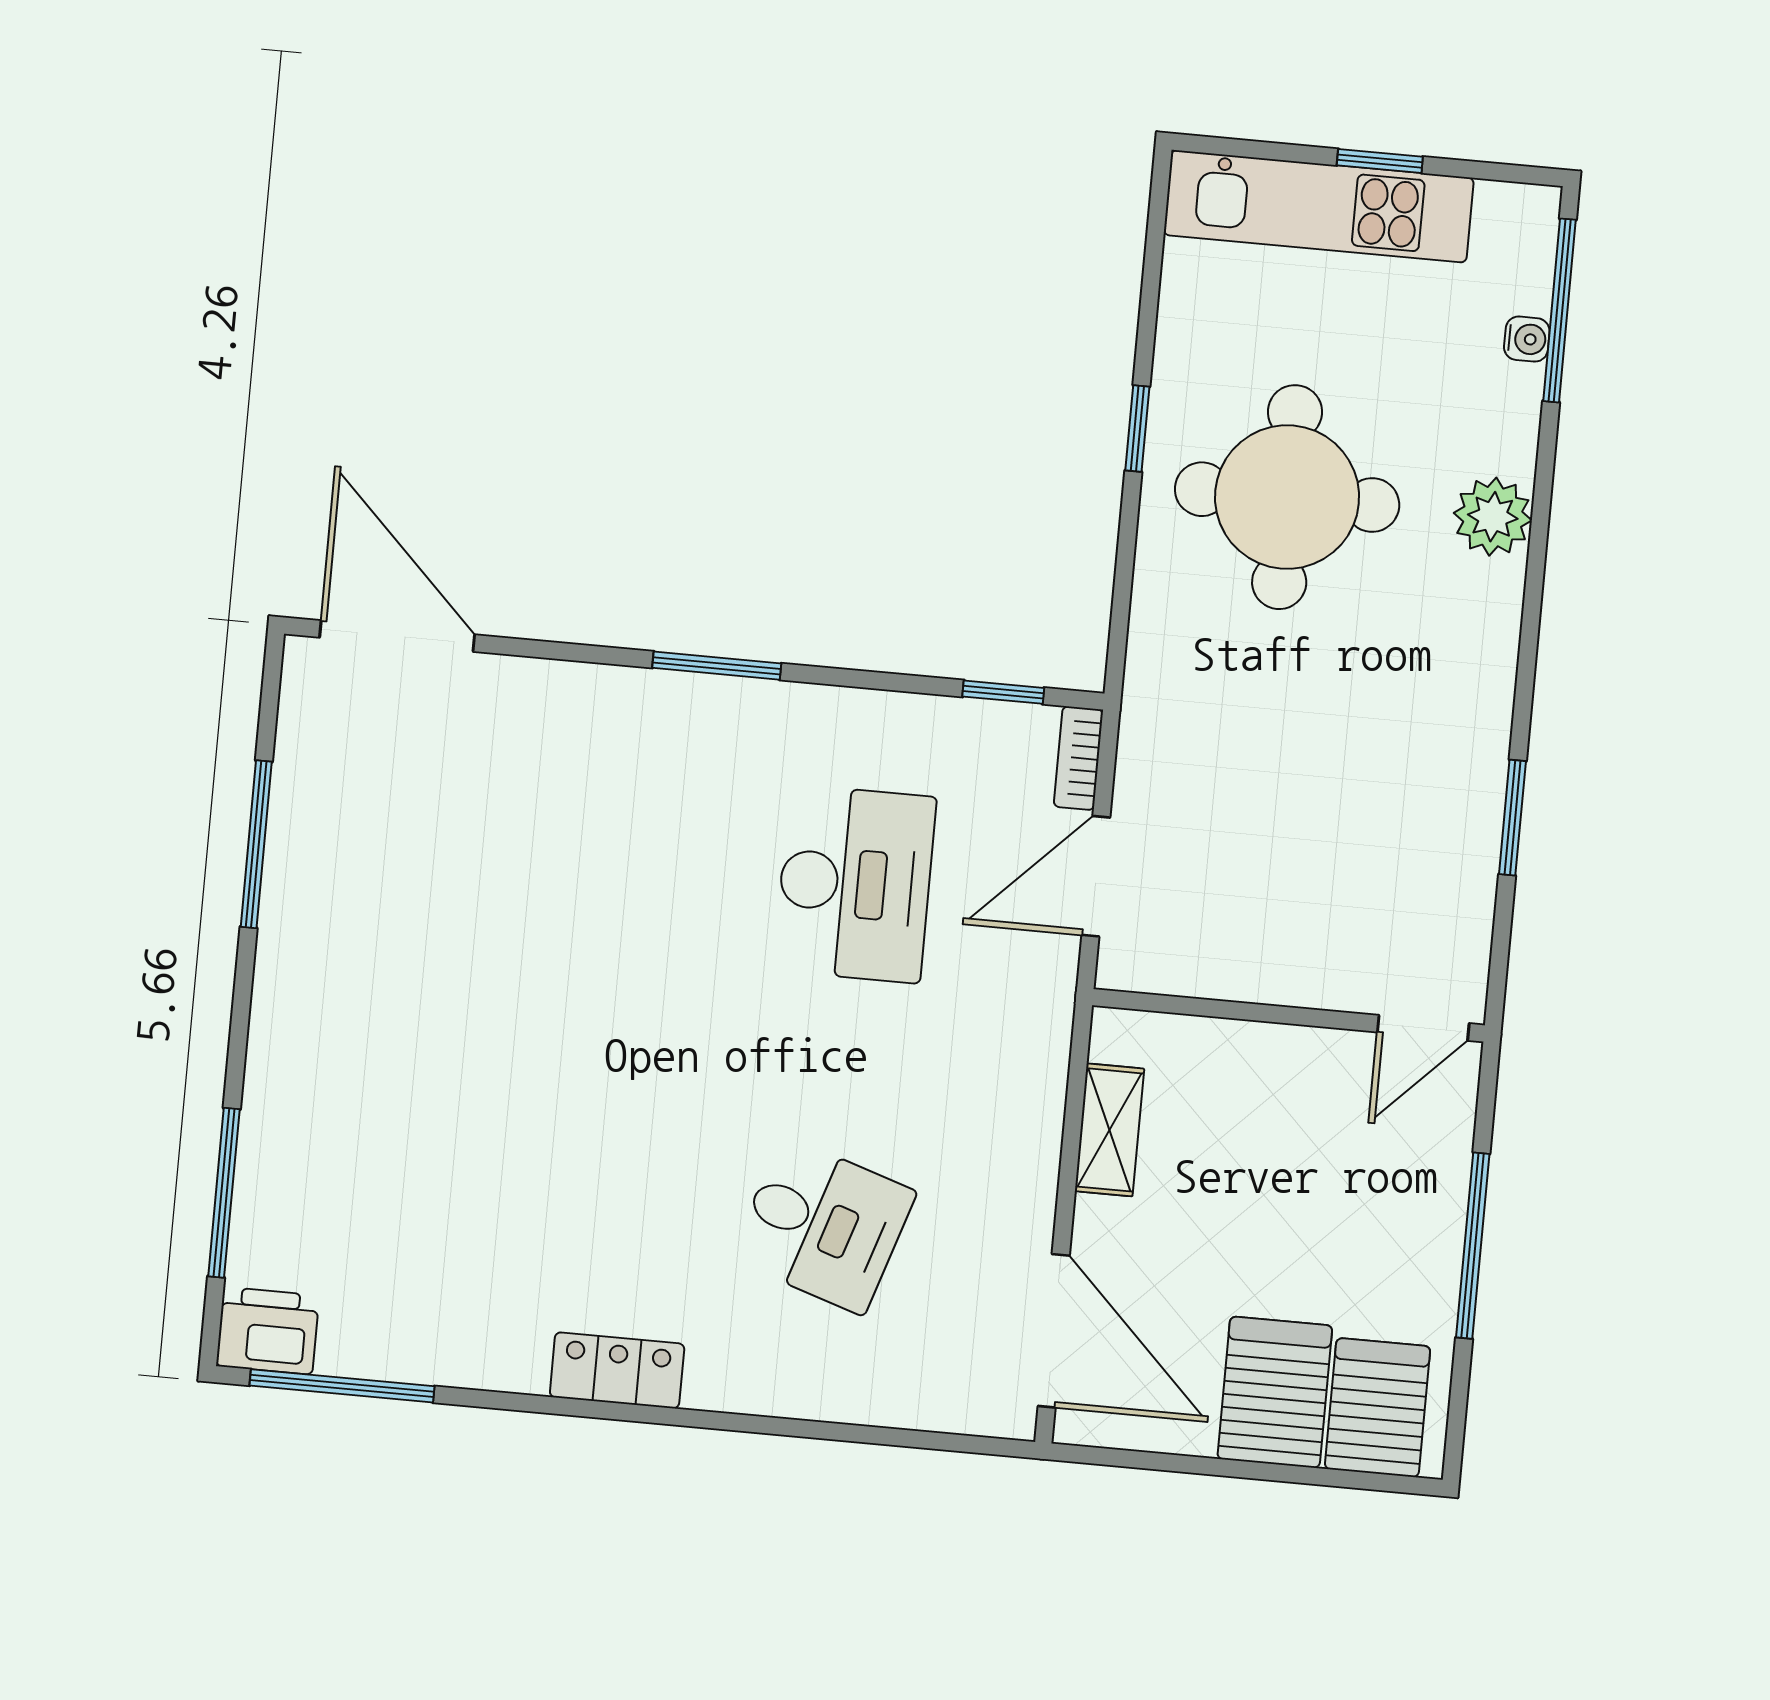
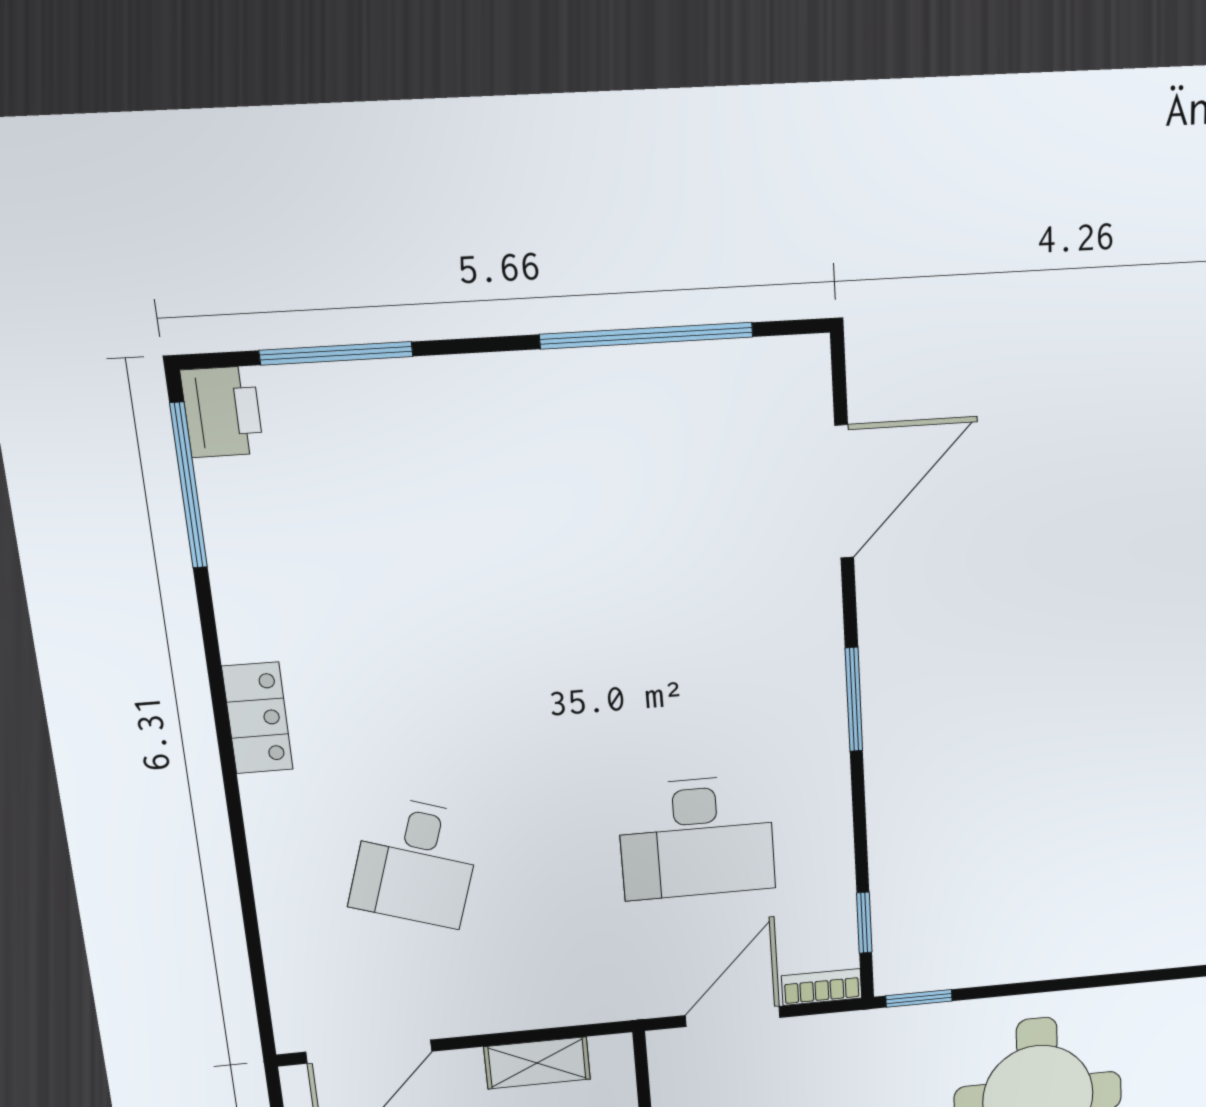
window: (1137, 429) -> (919, 998), moved
door: (397, 636) -> (844, 492), moved
window: (256, 844) -> (647, 336), width x1.46
door: (1096, 876) -> (733, 1016), hinge flipped

